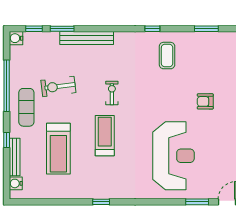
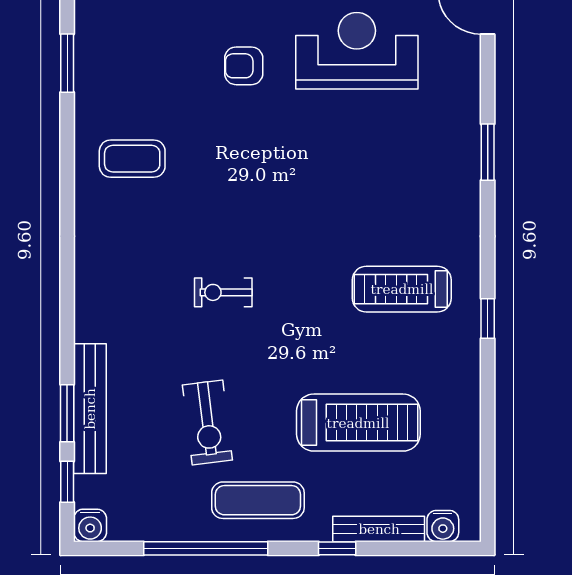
window: (152, 29) -> (67, 194), removed
bench: (87, 38) -> (90, 409), moved
armchair: (205, 101) -> (244, 66), turned 90
treadmill: (105, 136) -> (402, 289), moved
reception desk: (173, 156) -> (357, 51), moved, width x0.74, depth x0.77
window: (197, 202) -> (488, 152), moved

